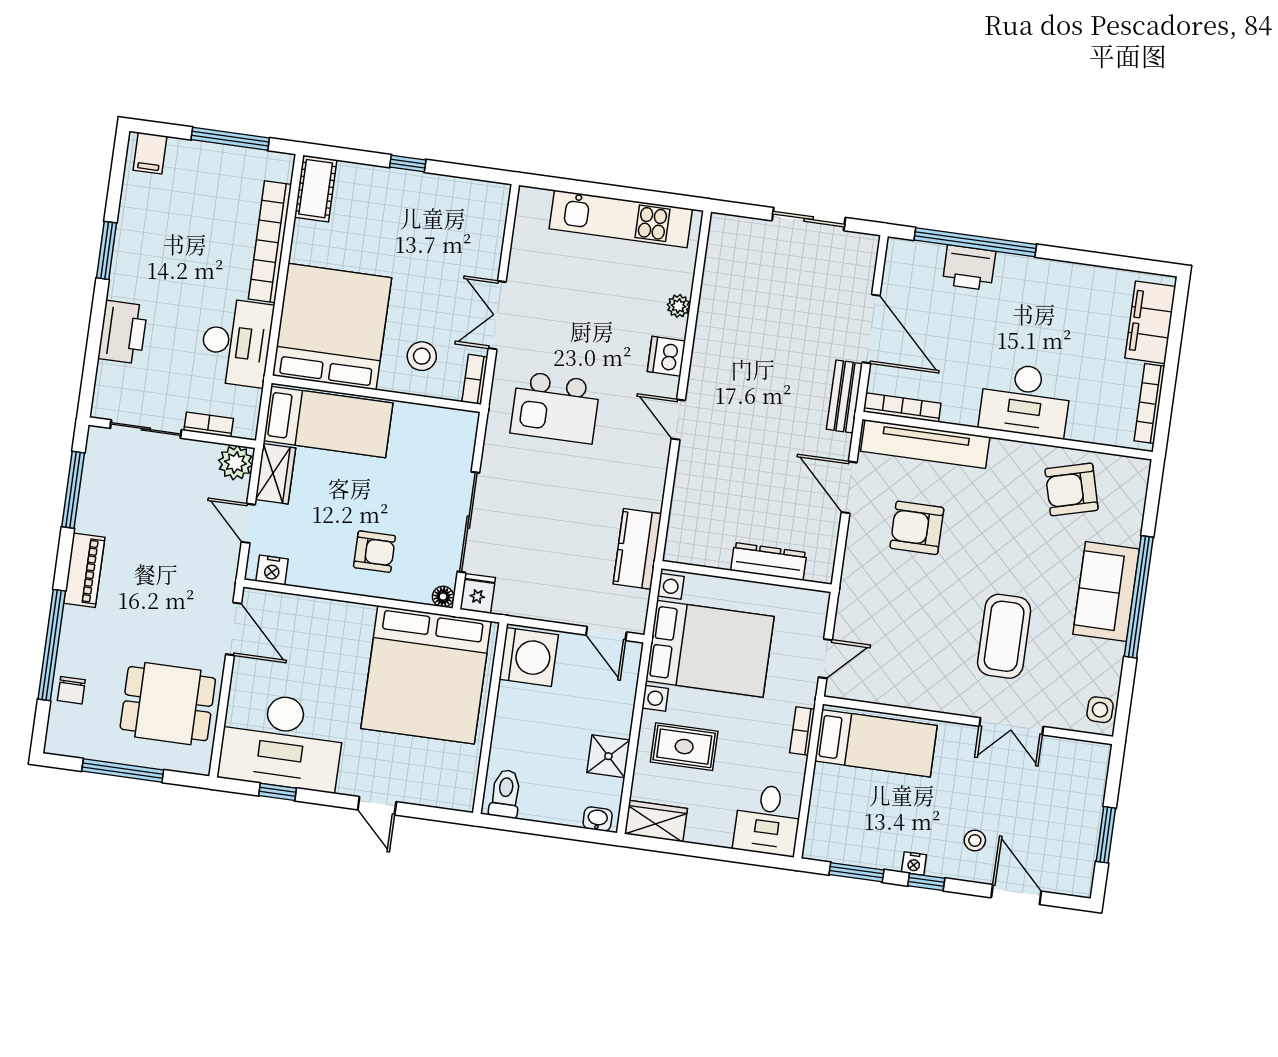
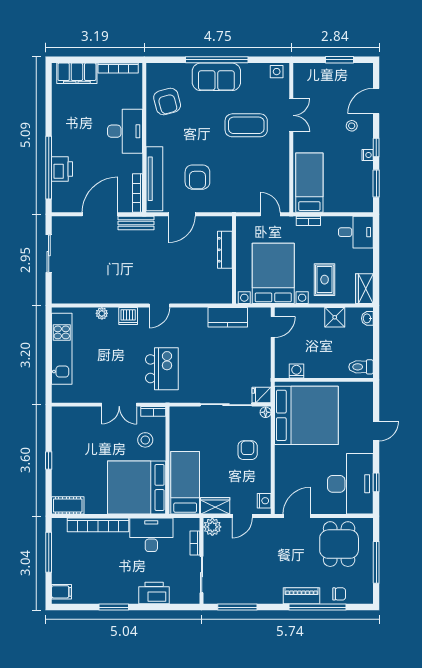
piano: (84, 570) -> (302, 596), moved
washing machine: (529, 657) -> (296, 371), width x0.53, depth x0.53

